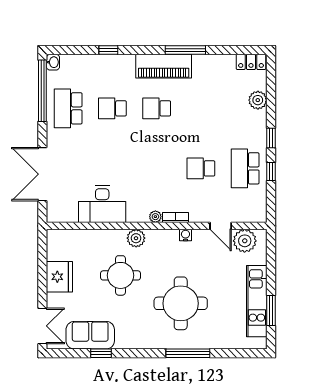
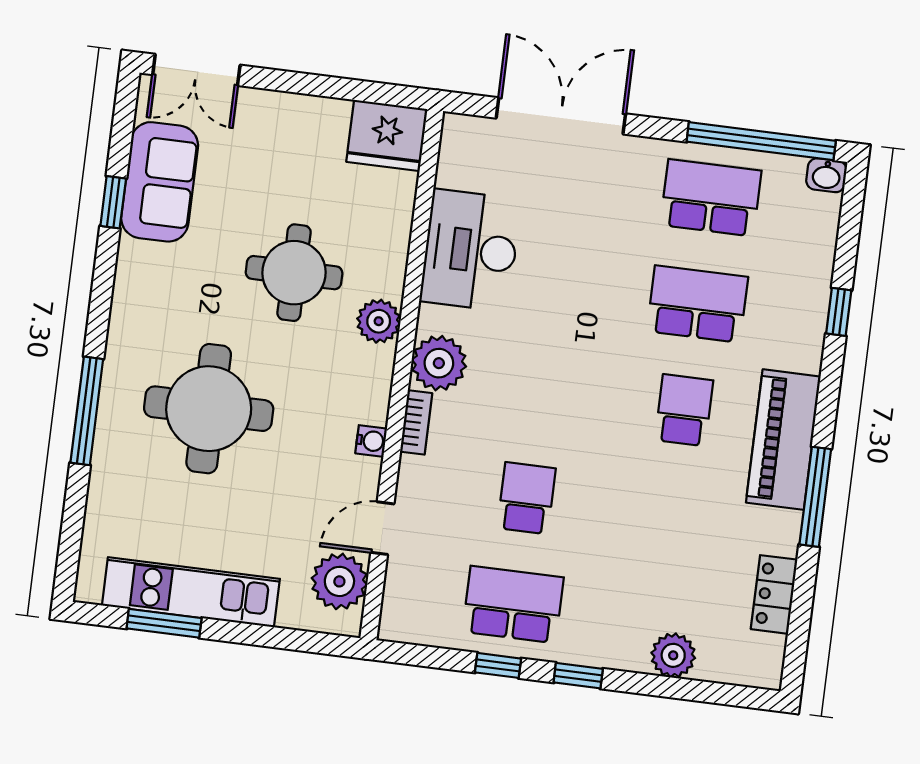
locker: (251, 62) -> (774, 594), moved
school desk: (112, 108) -> (697, 304), width x1.85
plant: (155, 217) -> (439, 363), width x1.88, depth x1.88
fridge: (59, 277) -> (387, 135), moved

